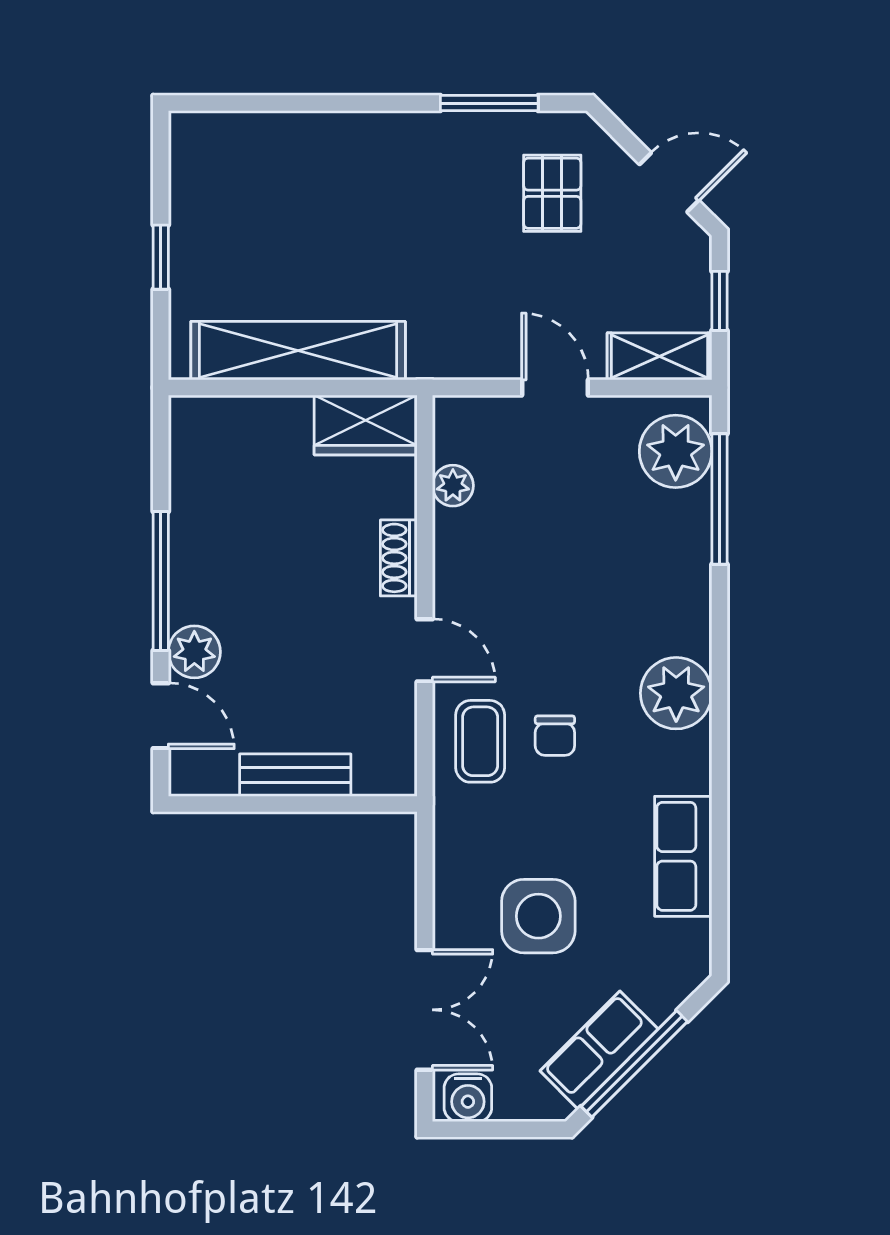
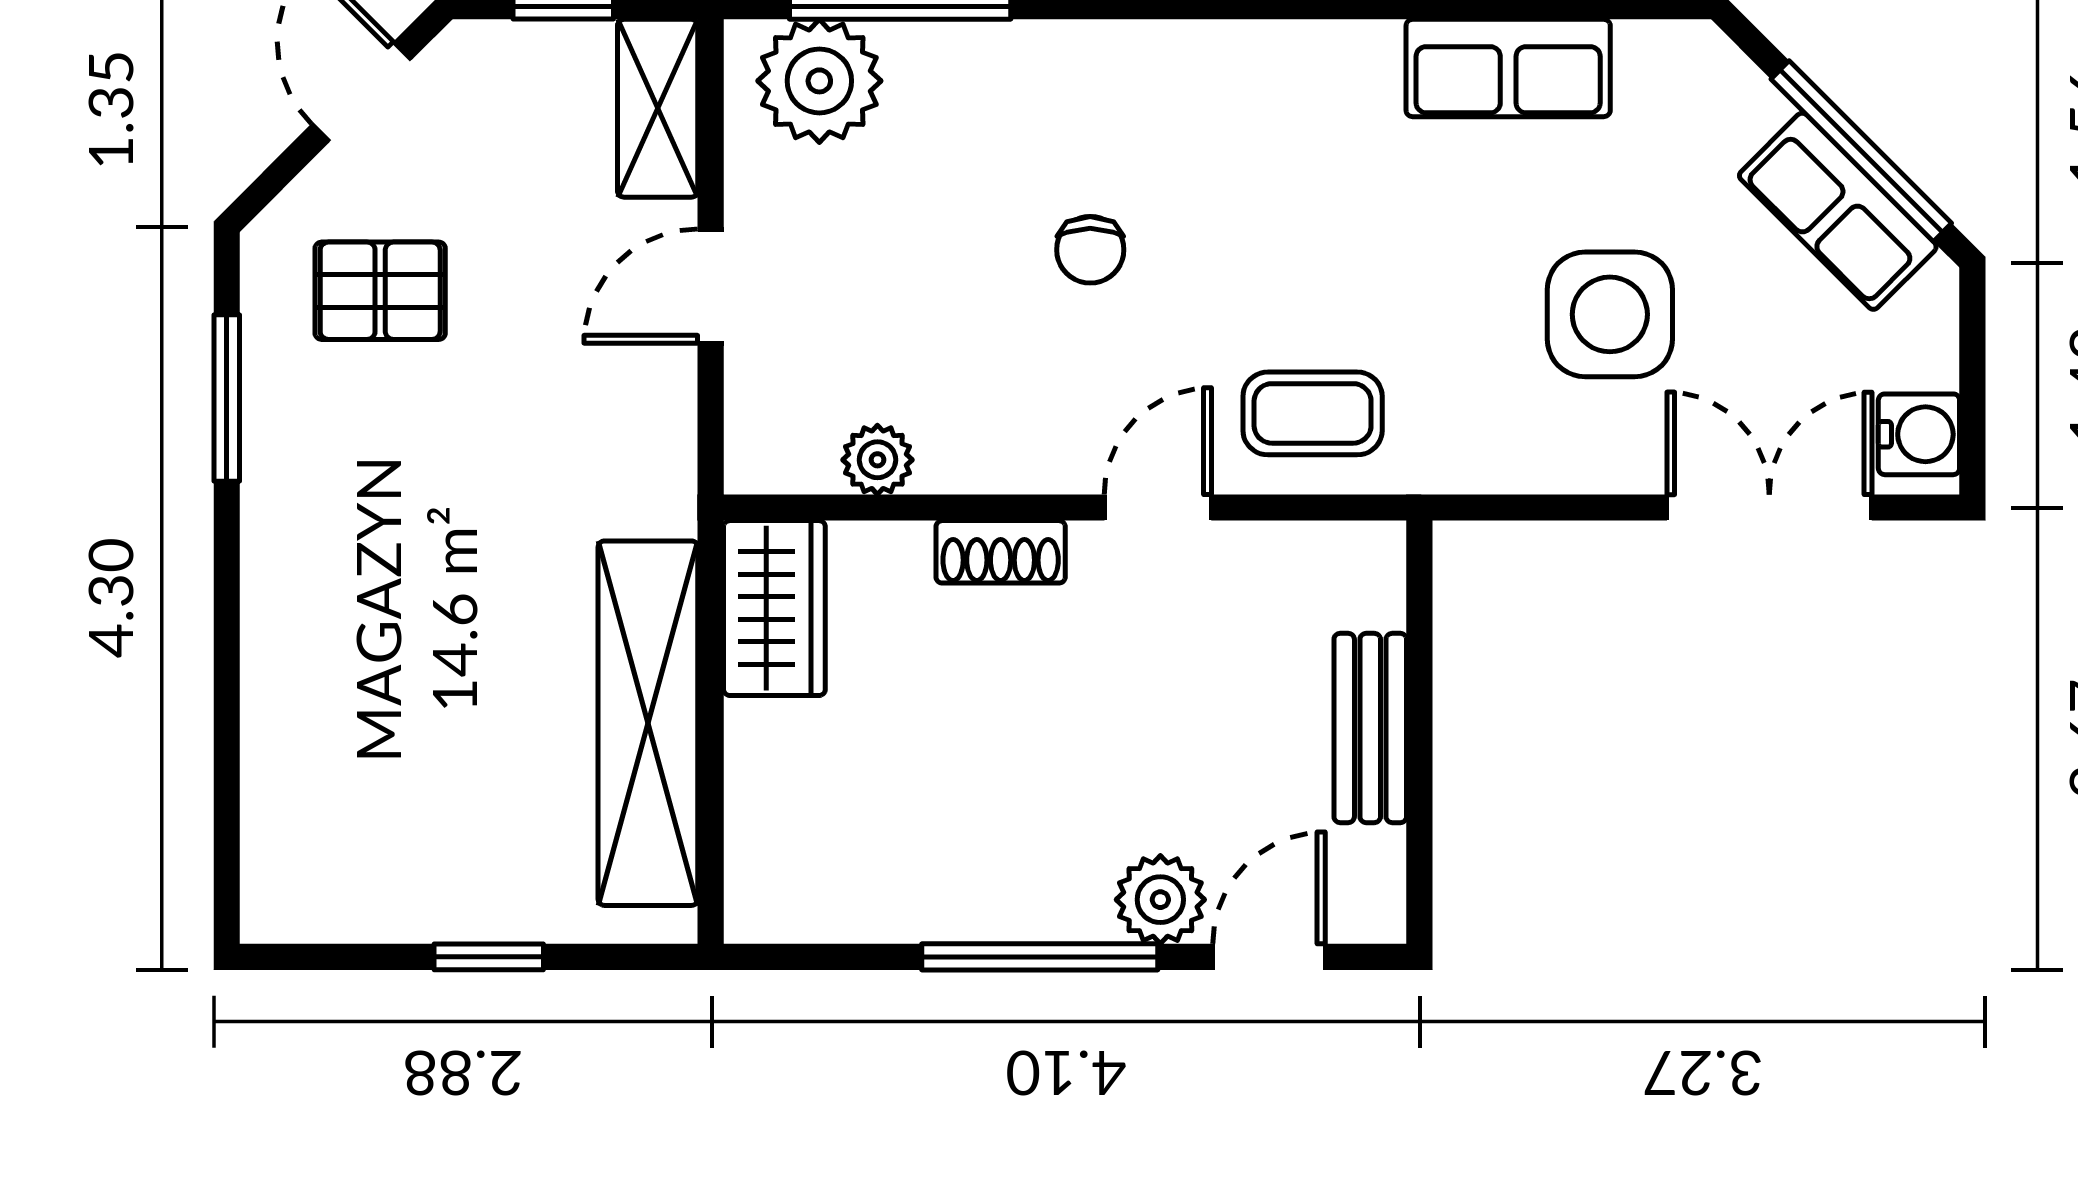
plant: (676, 693) -> (1231, 80), removed
chair: (555, 736) -> (1090, 250), moved, turned 90

